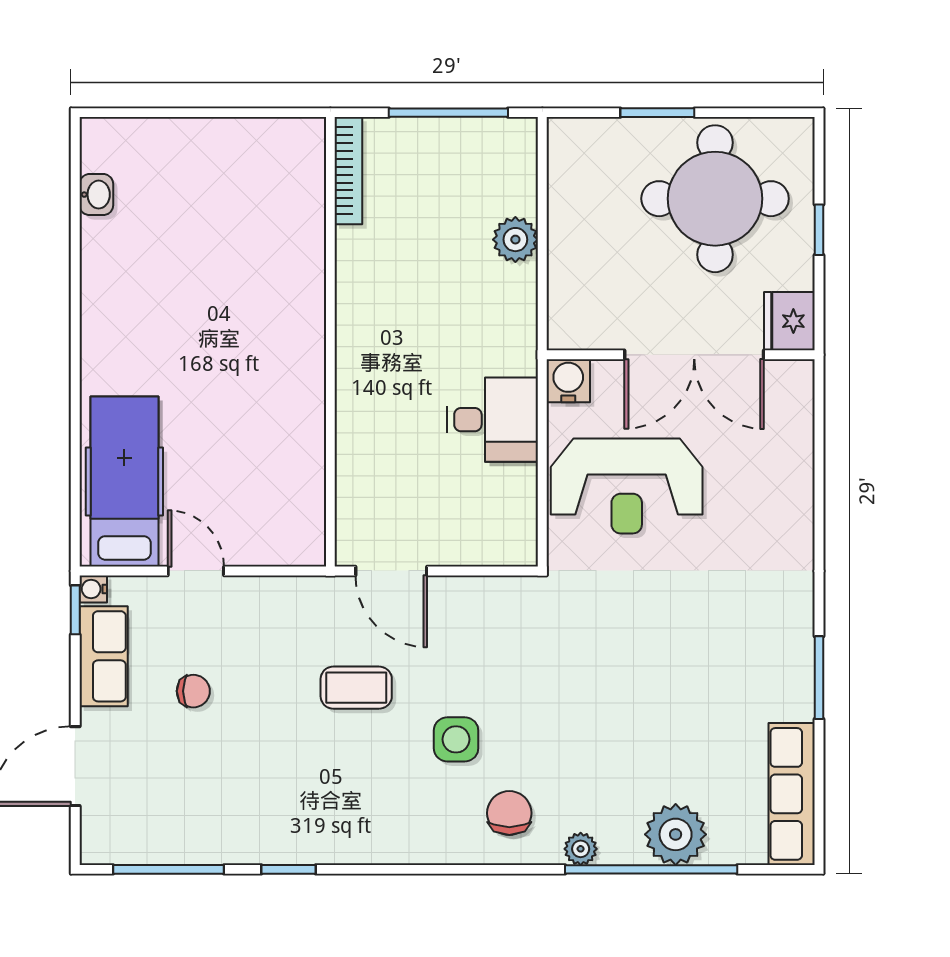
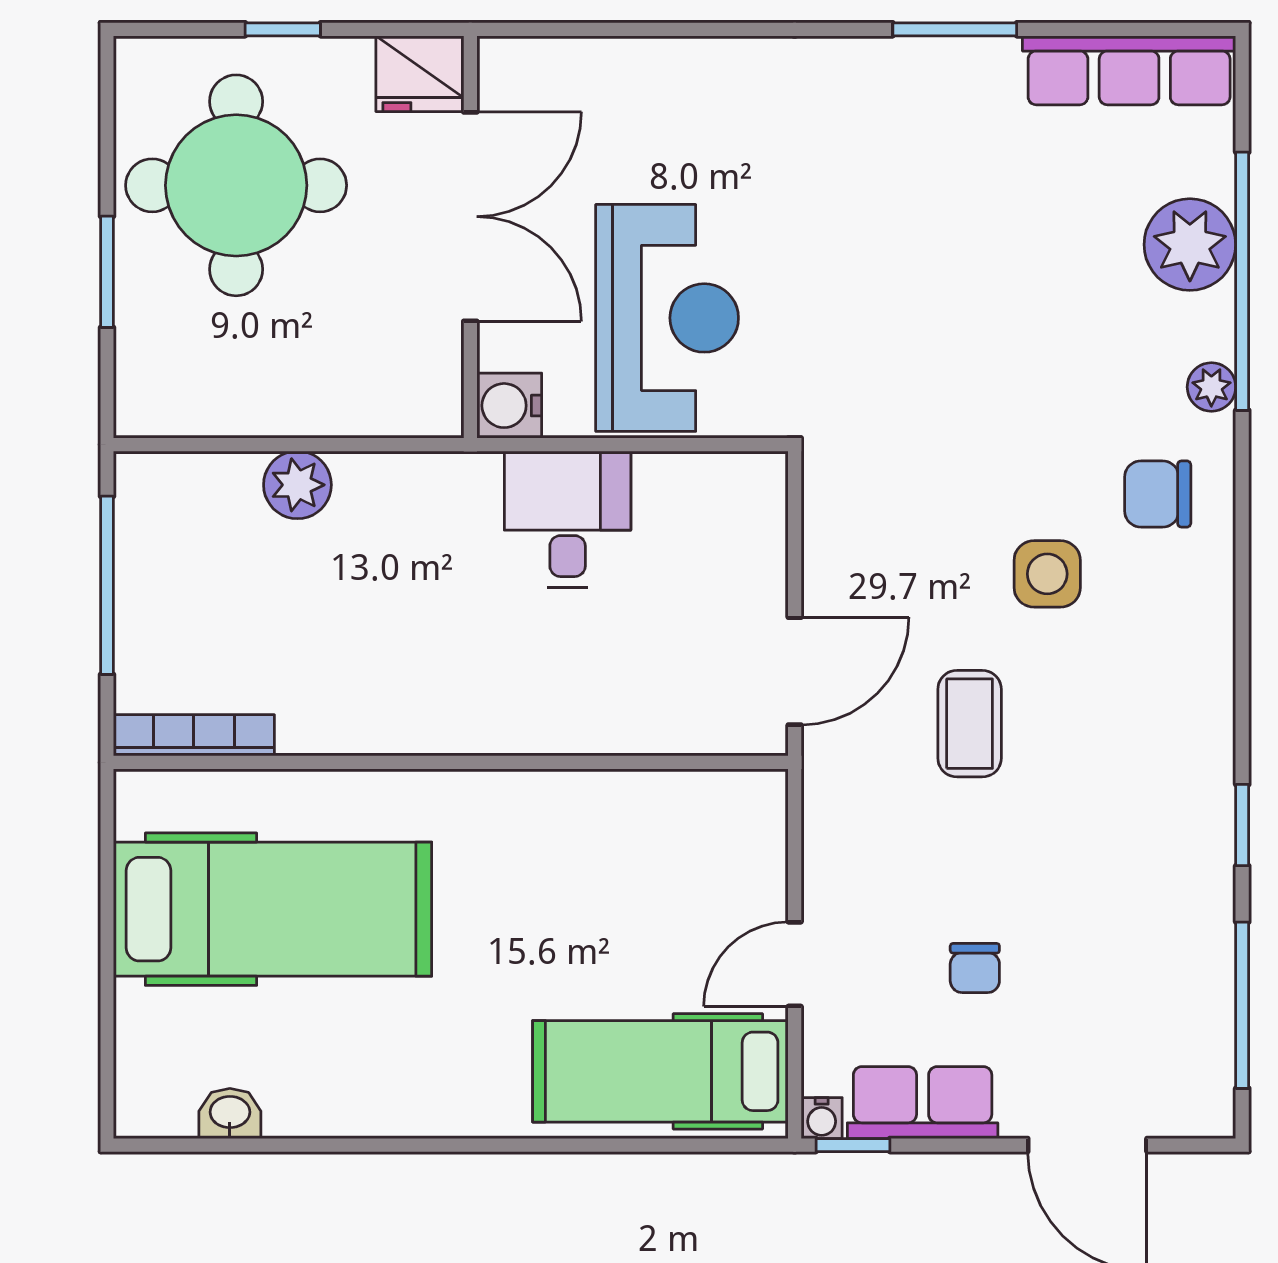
hospital bed: (233, 223) -> (273, 909), added
chair: (193, 691) -> (975, 968), turned 180

